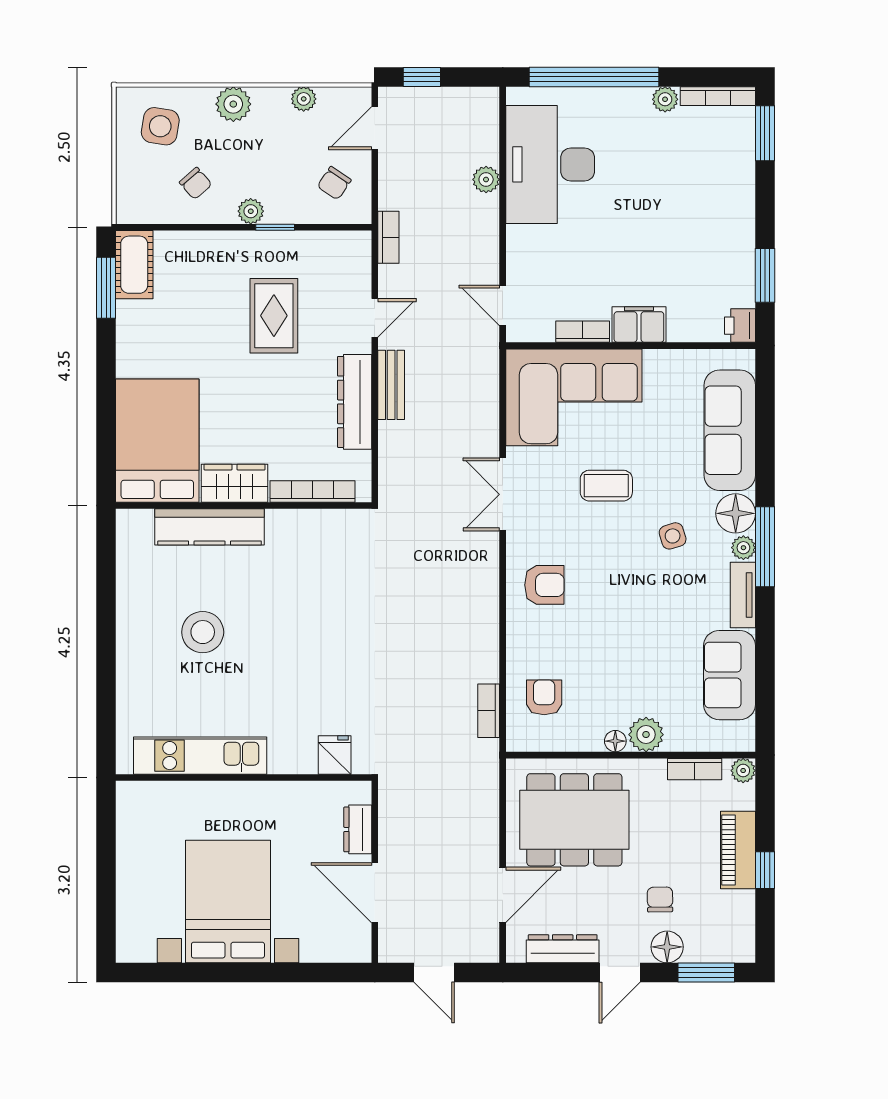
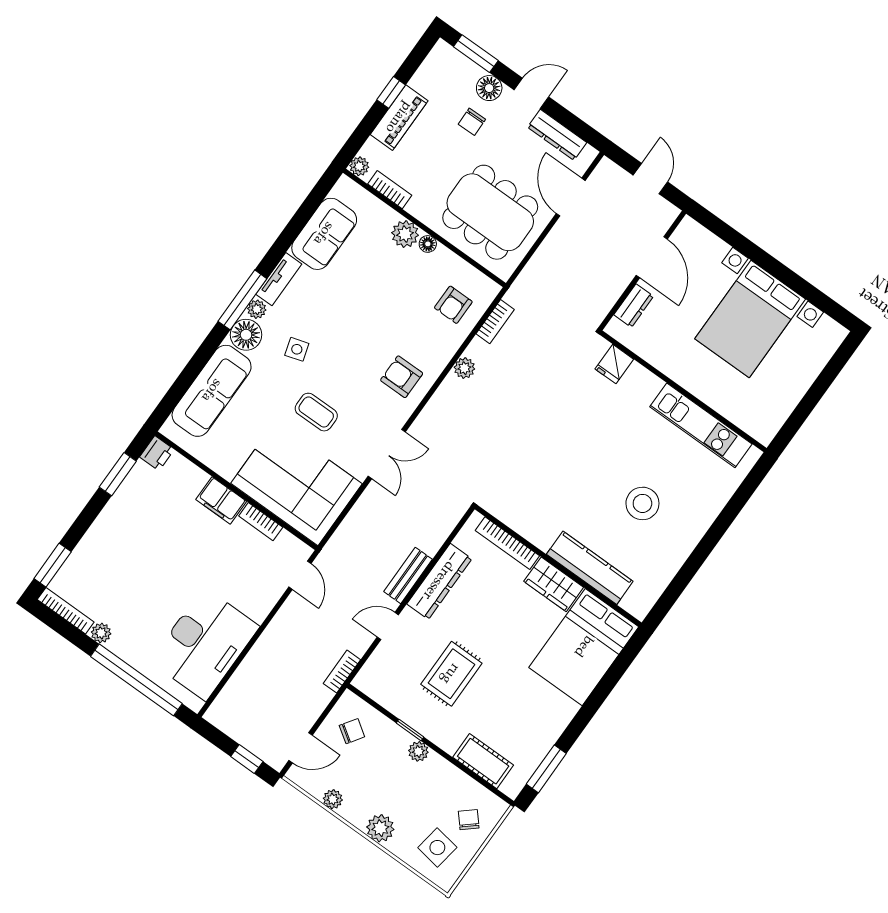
plant: (486, 179) -> (464, 368), moved
chair: (196, 183) -> (469, 820), moved
cot: (134, 265) -> (483, 761), moved, turned 90
door: (503, 895) -> (571, 197), hinge flipped

